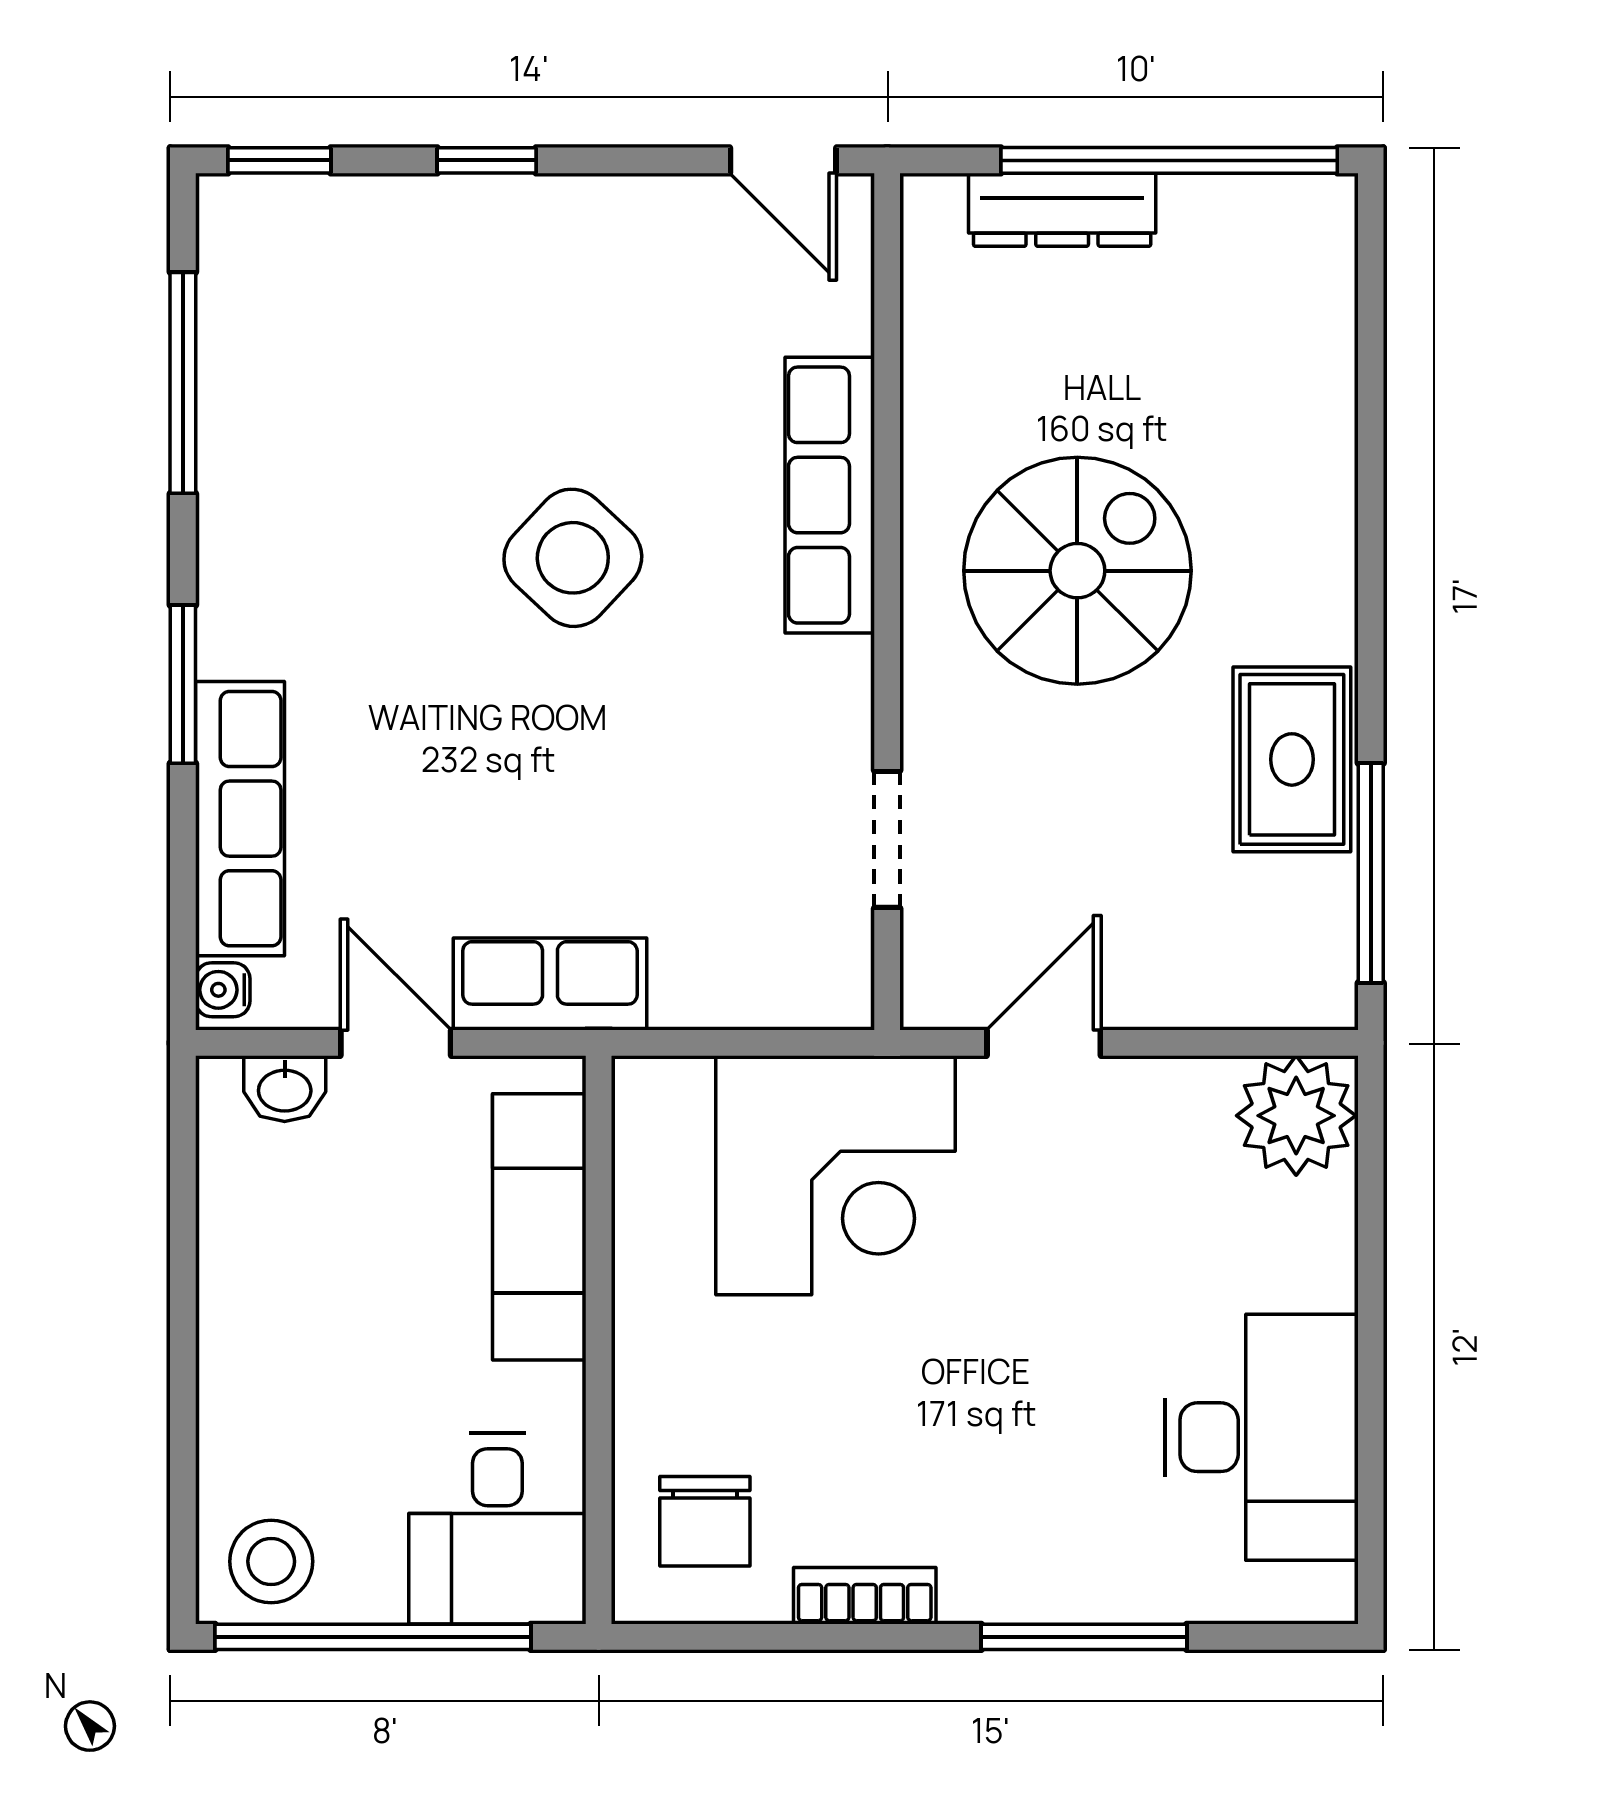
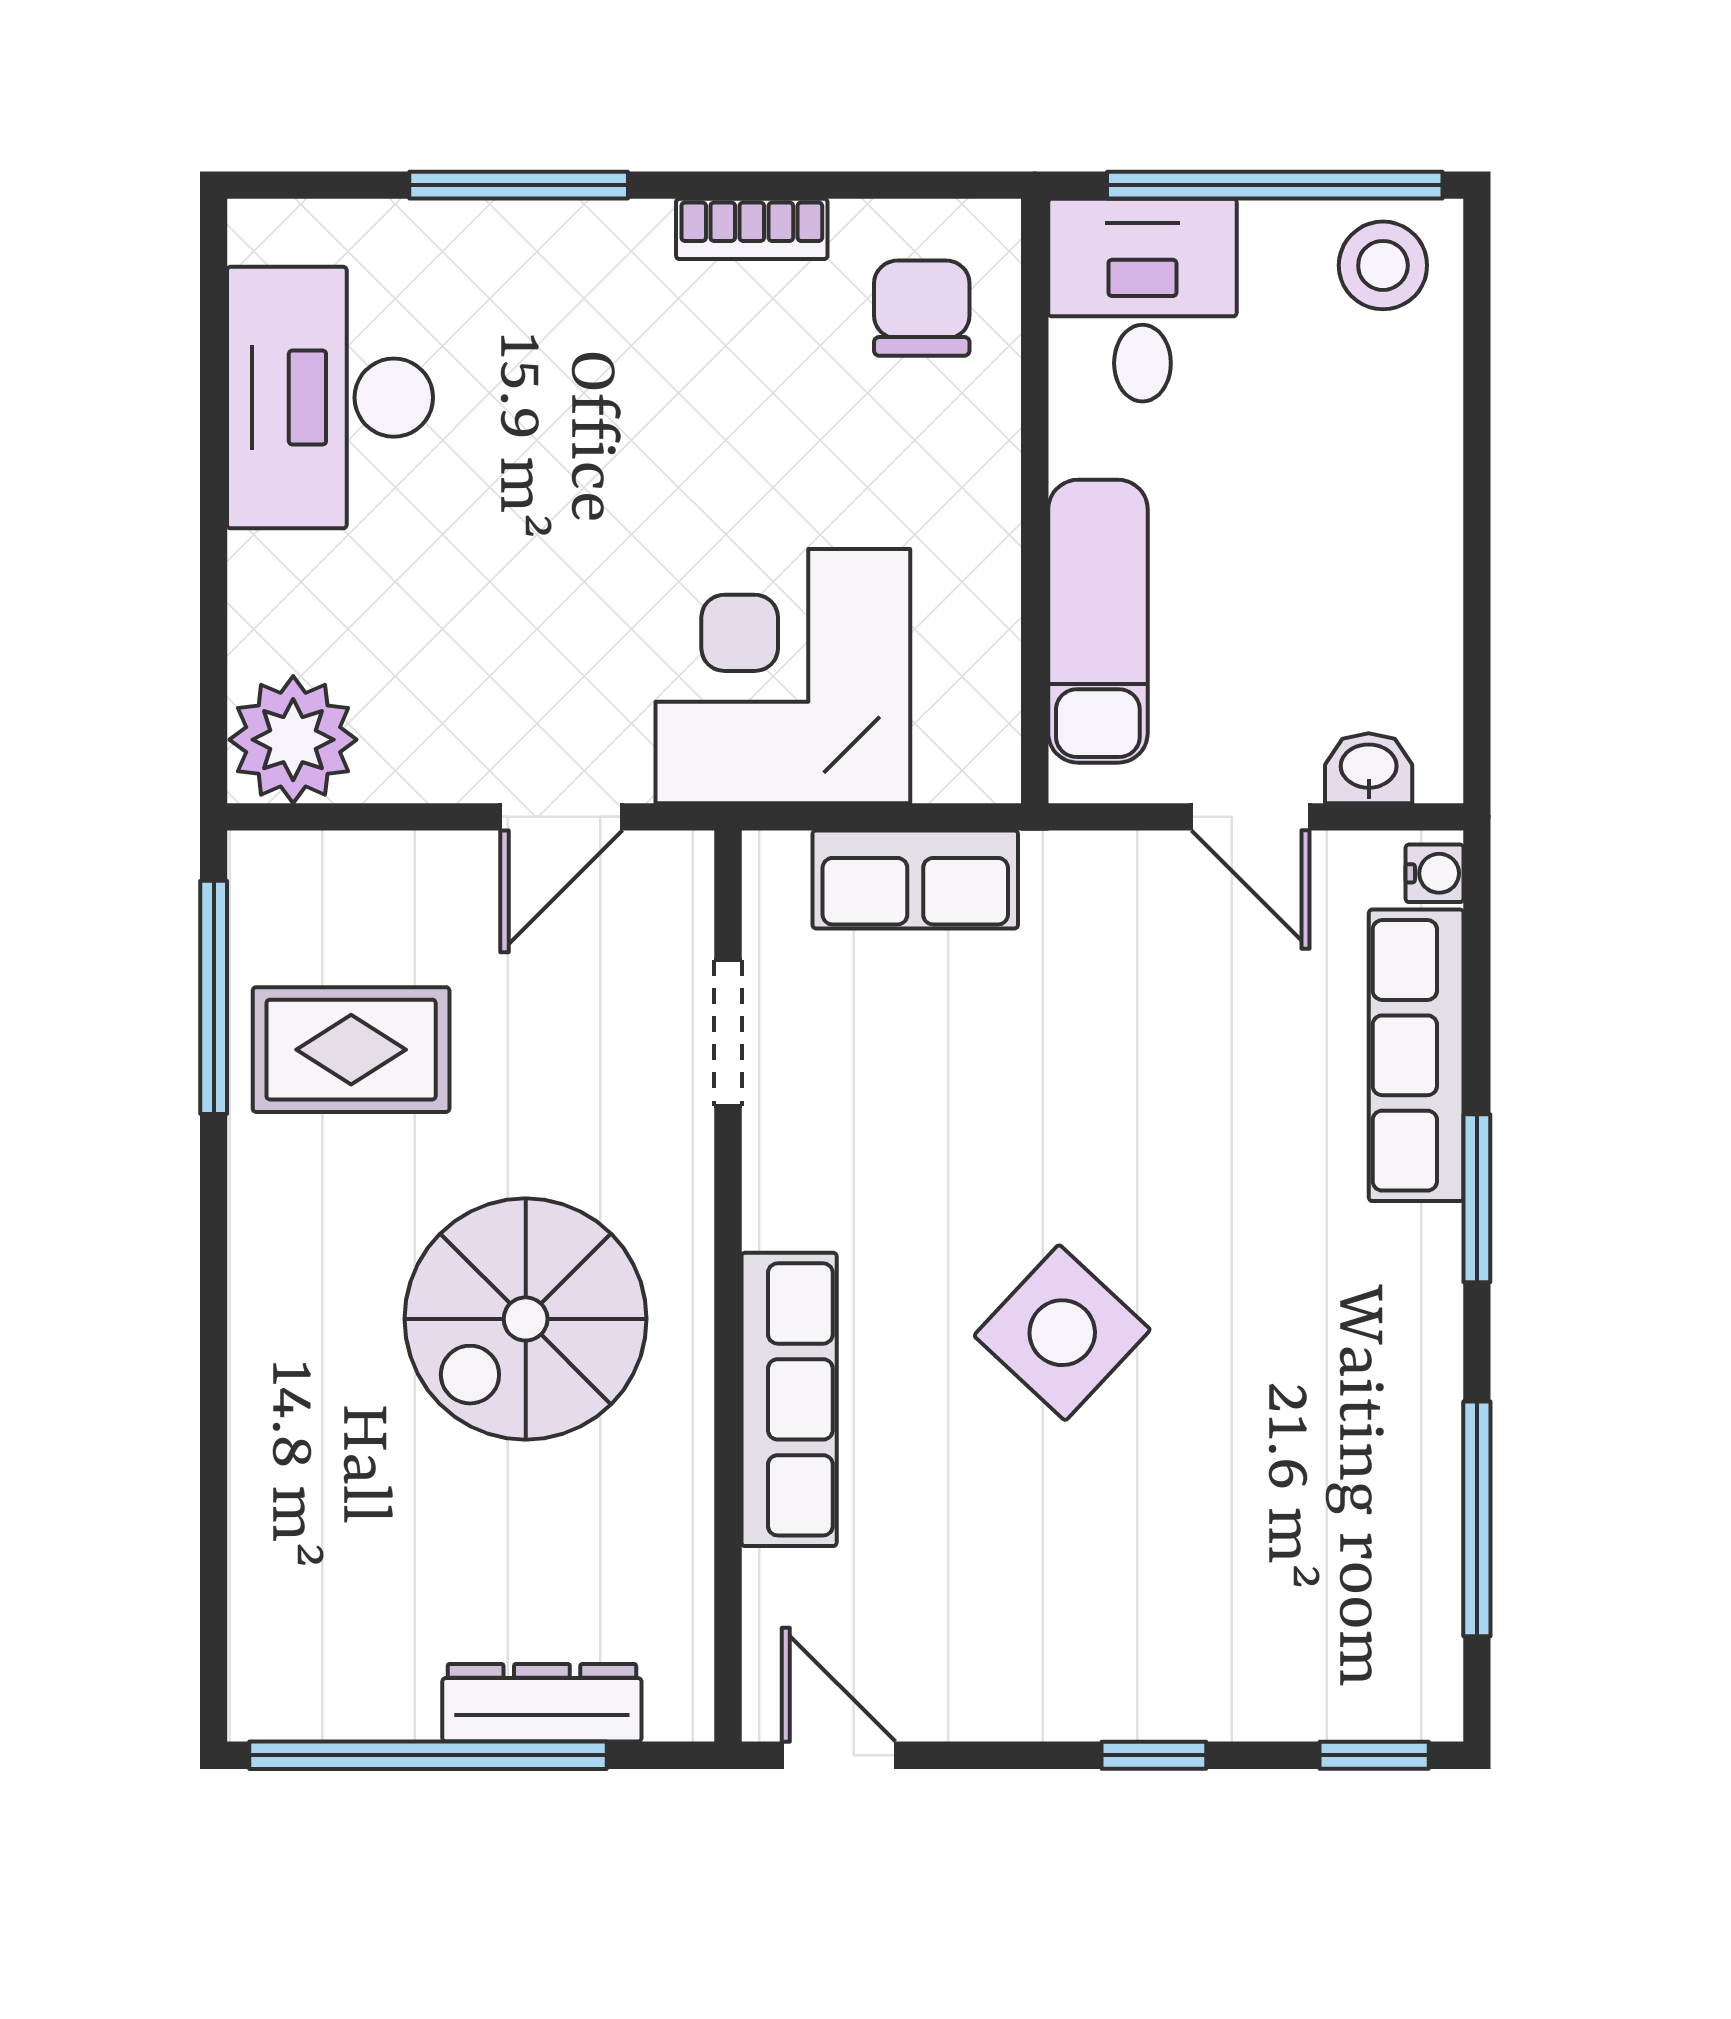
rug: (1292, 759) -> (351, 1050), moved, turned 90
row of seats: (550, 984) -> (915, 879), moved

